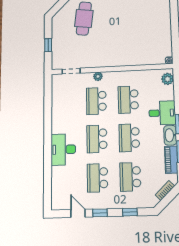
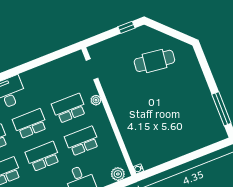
window: (48, 45) -> (126, 27), moved

